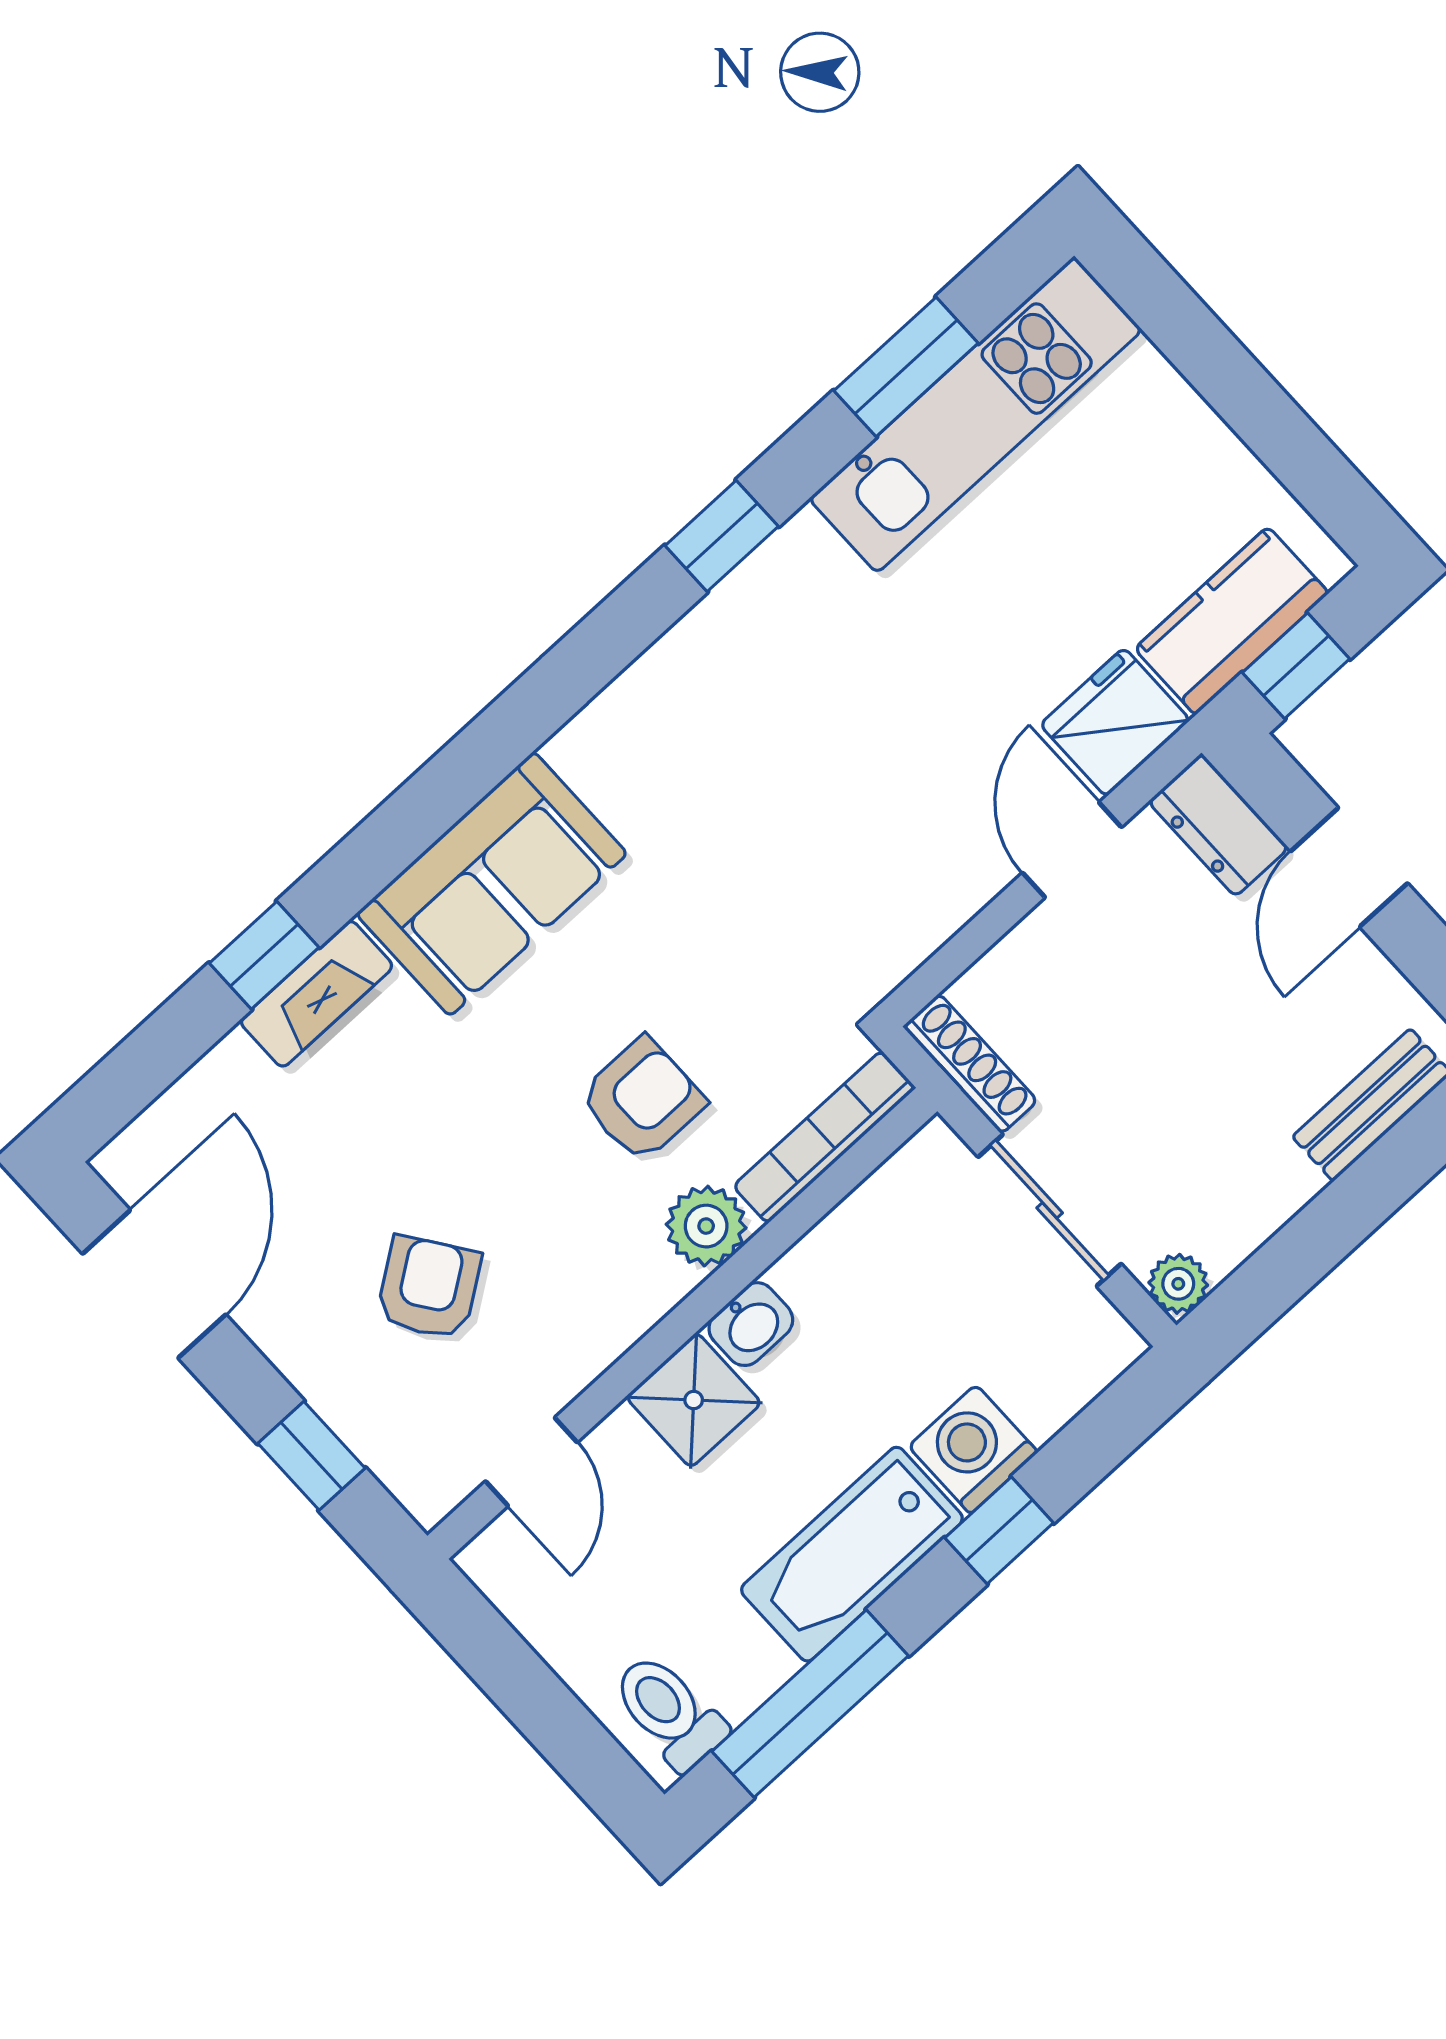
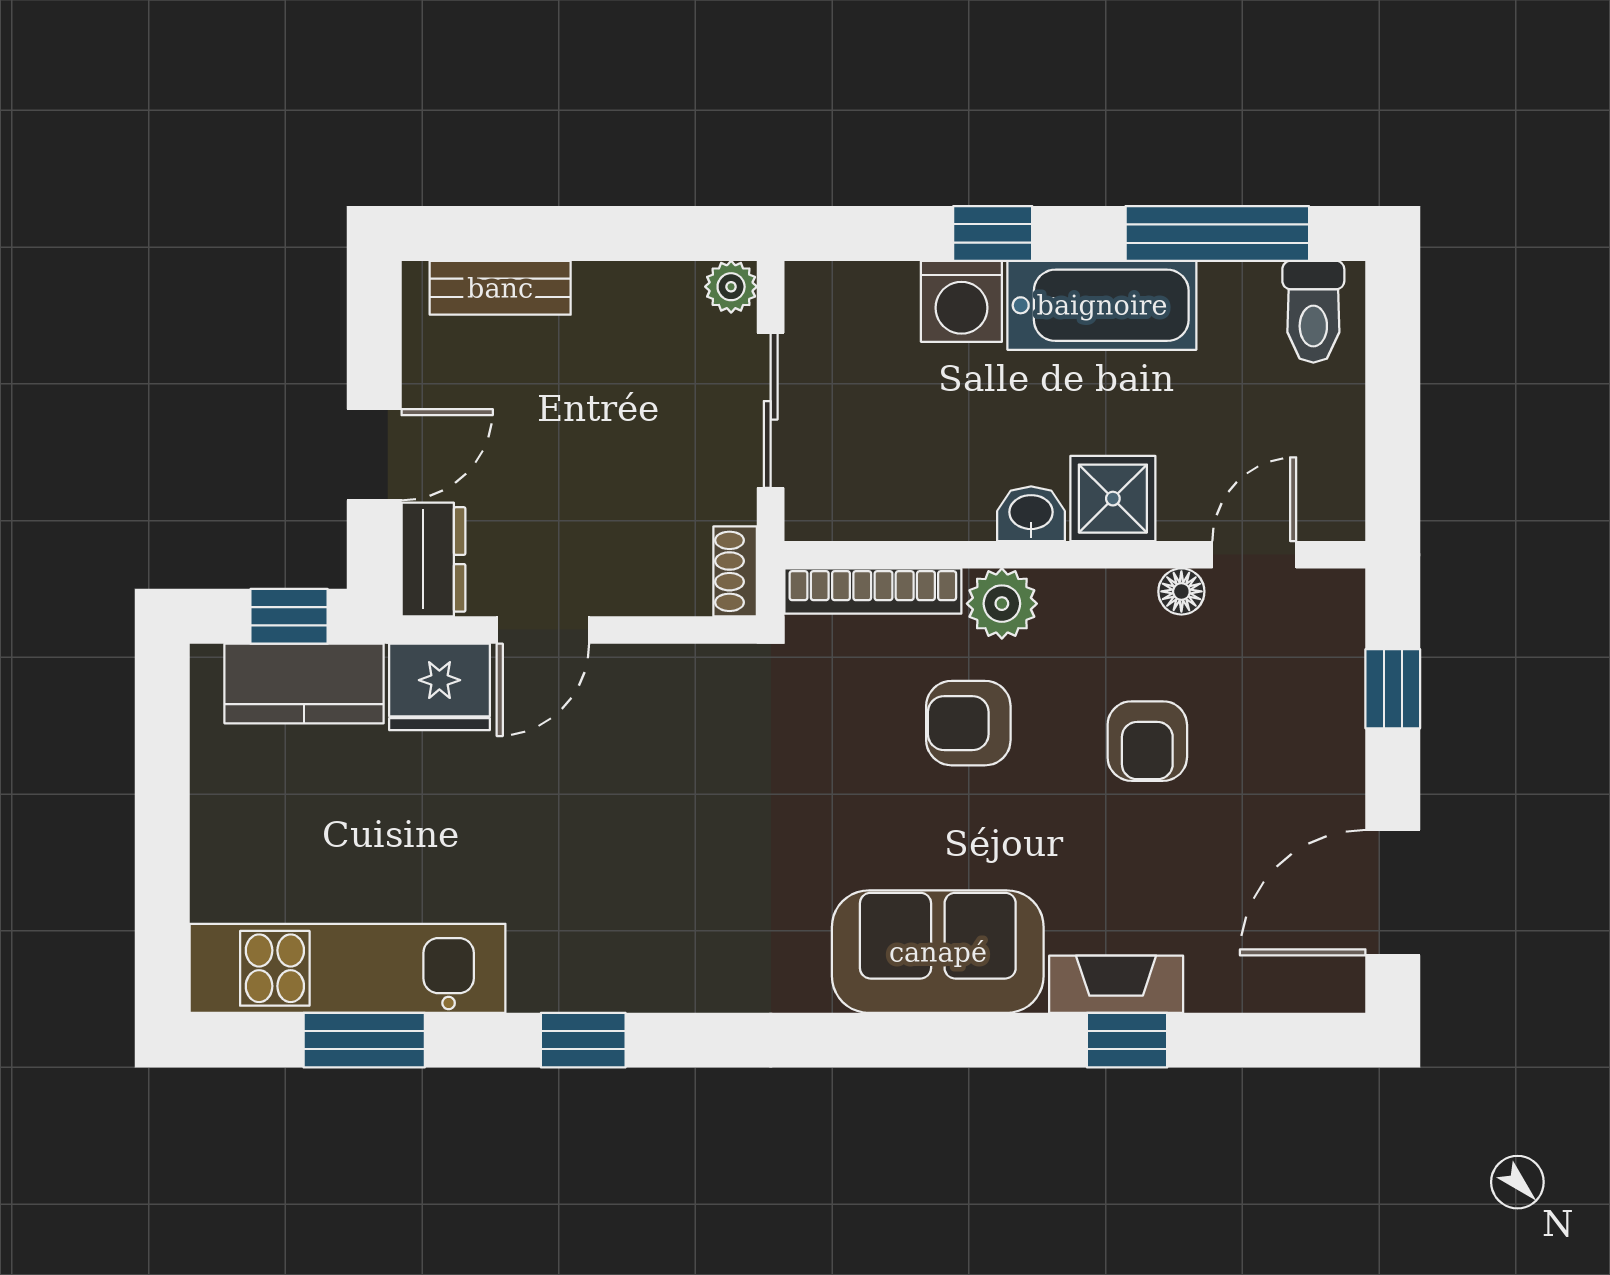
shoe rack: (970, 1064) -> (735, 571), width x0.70
armchair: (429, 1288) -> (1147, 741), moved, turned -55
floor lamp: (564, 1375) -> (1181, 591), added

